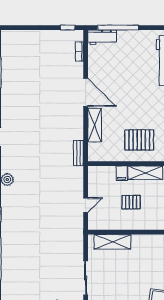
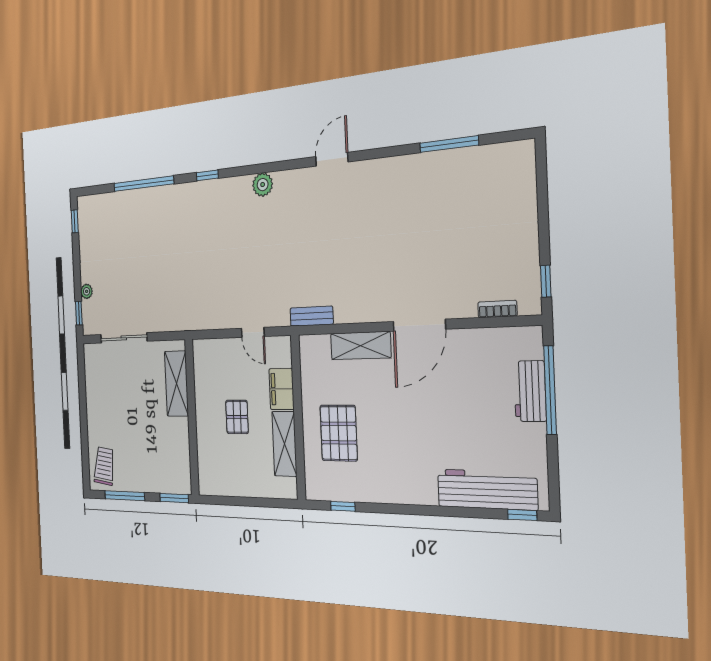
workbench: (102, 37) -> (530, 391), moved
filing cabinet: (122, 173) -> (281, 389), width x2.00
door: (86, 205) -> (253, 332), moved

